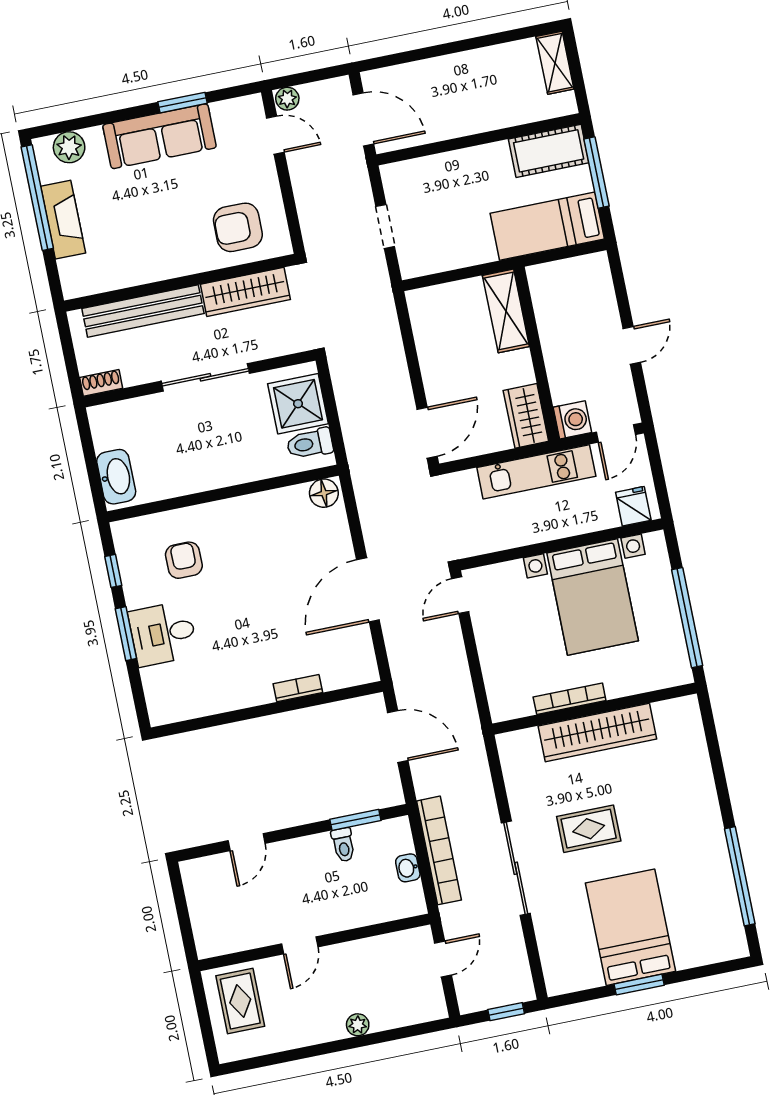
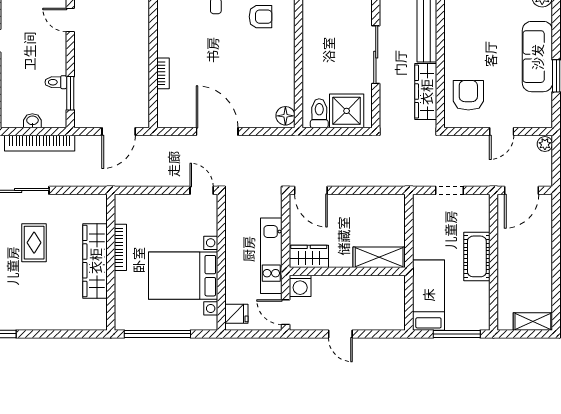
door: (275, 135) -> (502, 132), moved
cot: (549, 151) -> (477, 256), moved

